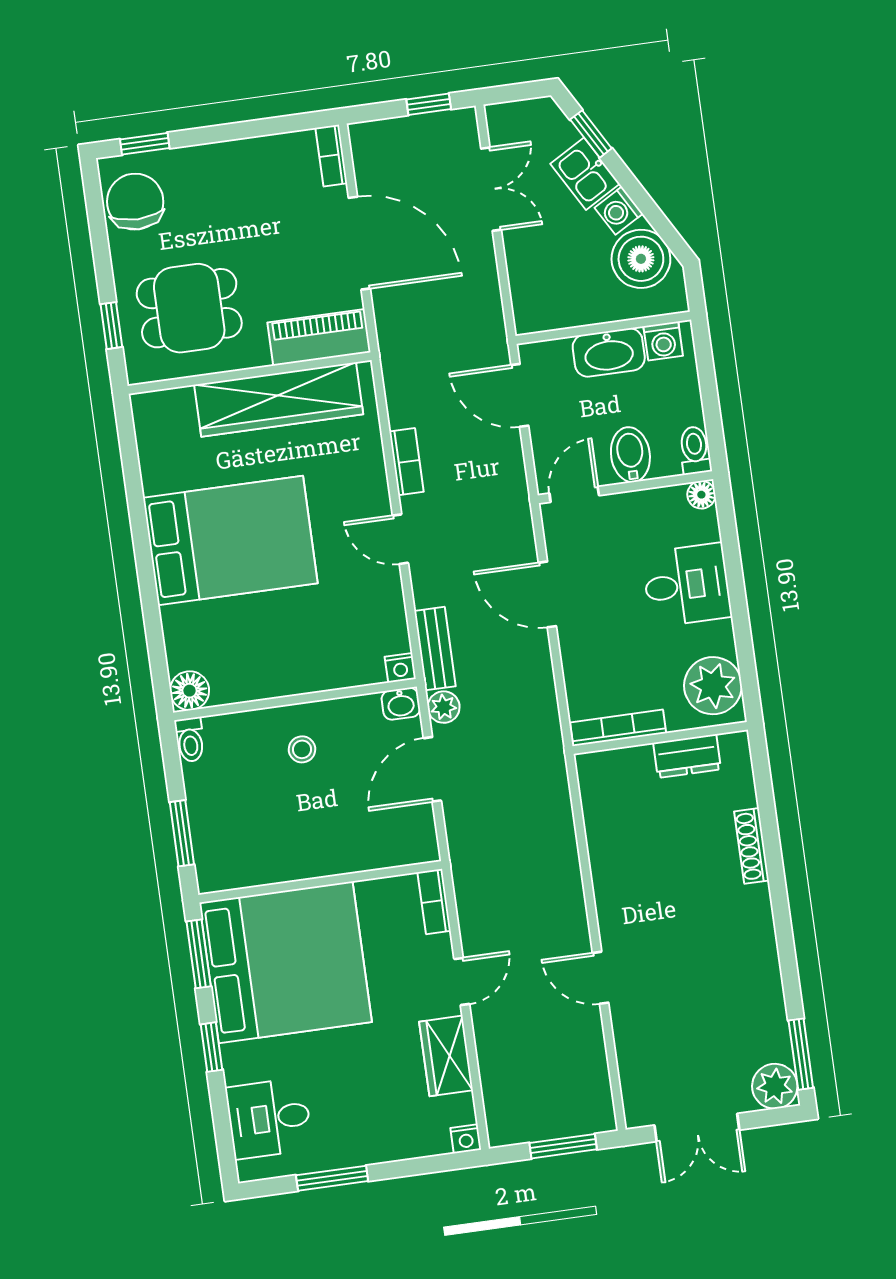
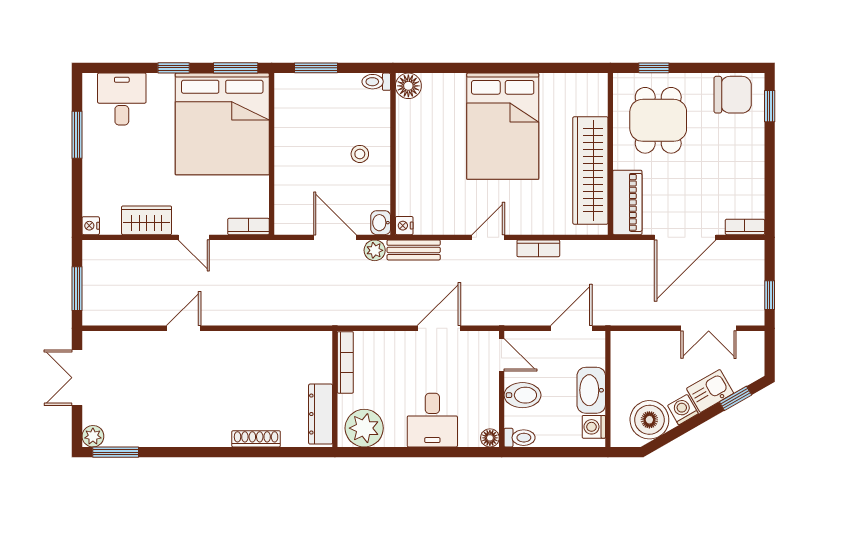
dresser: (687, 756) -> (321, 414), width x1.44
plant: (775, 1086) -> (93, 436), width x0.73, depth x0.73

